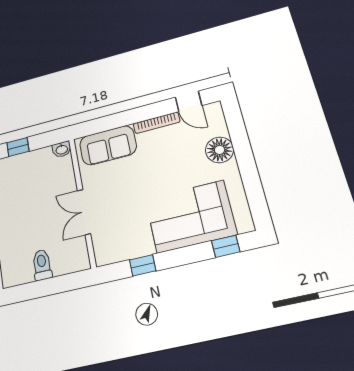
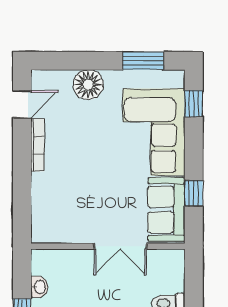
sofa: (108, 145) -> (166, 209), moved, turned 180
washbasin: (62, 149) -> (39, 287), moved
window: (254, 191) -> (143, 61), added

